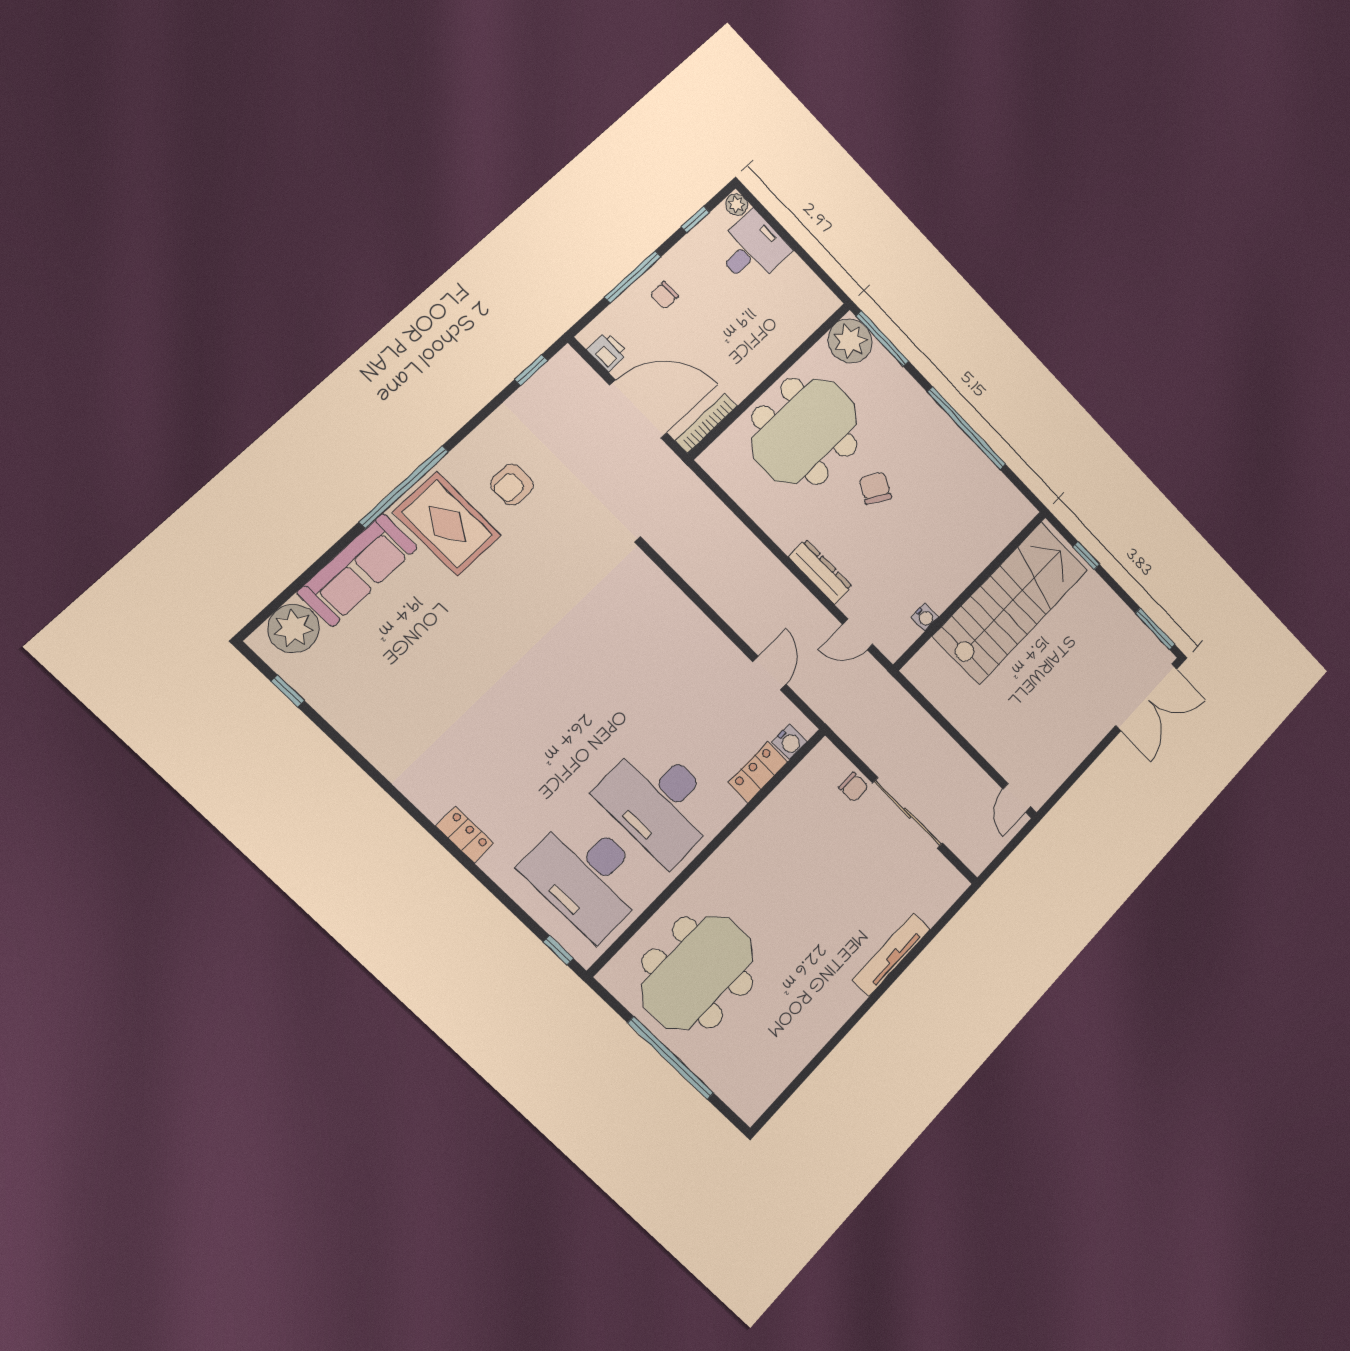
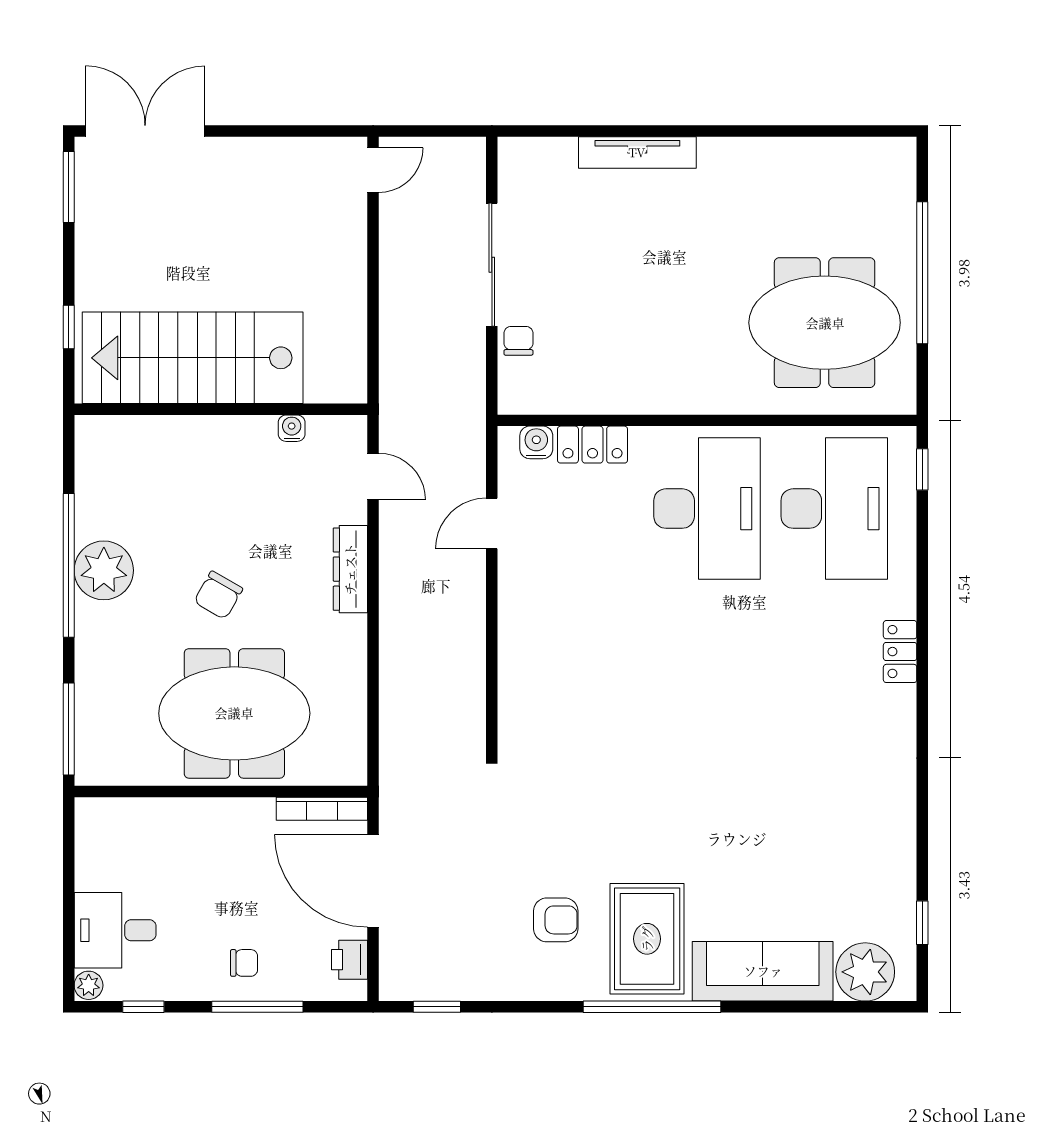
plant: (850, 341) -> (104, 570), moved

